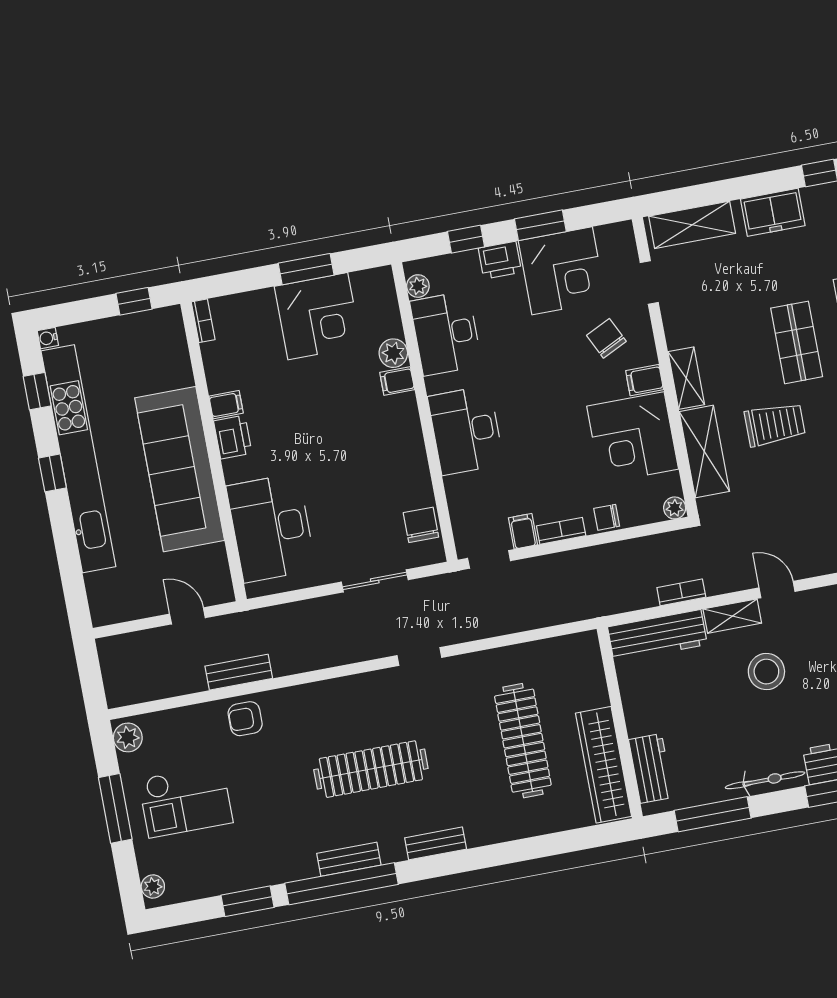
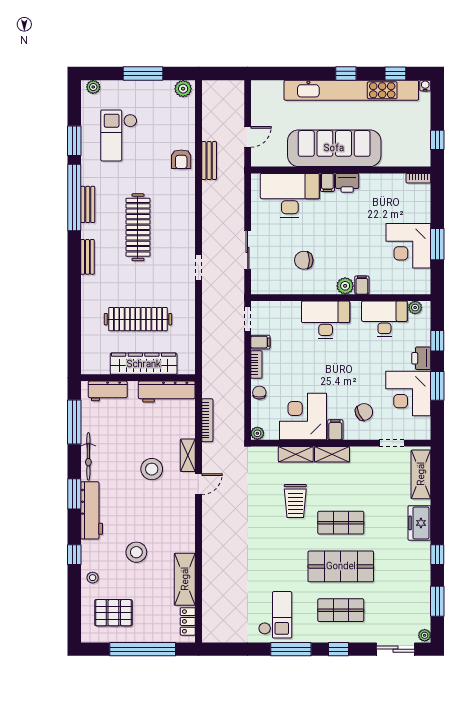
plant: (393, 353) -> (345, 286), moved
filing cabinet: (226, 405) -> (327, 182), moved
shelving: (704, 451) -> (296, 454), width x0.67, depth x0.75
chair: (421, 525) -> (304, 260), moved, turned 180
bookcase: (681, 592) -> (207, 420), width x1.56
workbench: (657, 636) -> (167, 392), moved, turned -90
armchair: (245, 719) -> (181, 159), turned 180
wardrobe: (604, 765) -> (144, 364), moved
checkout: (186, 801) -> (119, 135), moved

